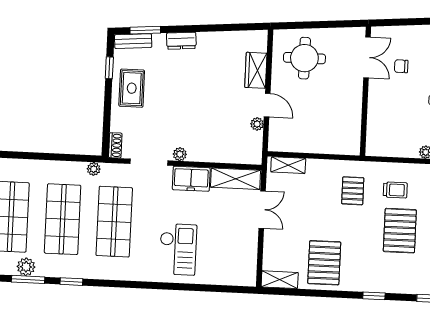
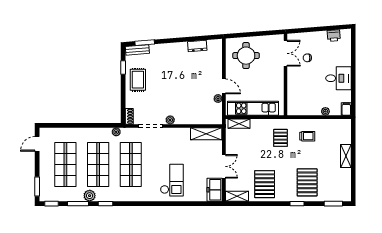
dresser: (181, 41) -> (197, 46), moved
wardrobe: (256, 70) -> (216, 65), removed
kitchen unit: (311, 142) -> (253, 108), added
freezer: (191, 179) -> (215, 190), moved, turned 90
double door: (262, 210) -> (224, 166), moved
pallet: (400, 231) -> (307, 182), moved
plant: (26, 267) -> (90, 196), moved

